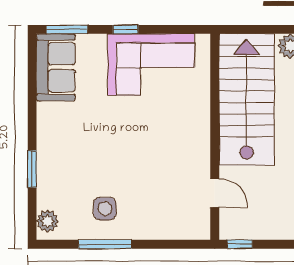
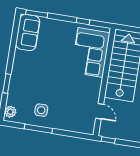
window: (125, 29) -> (83, 21), moved
corner sofa: (151, 65) -> (90, 53), moved, turned 90

